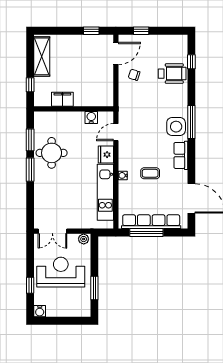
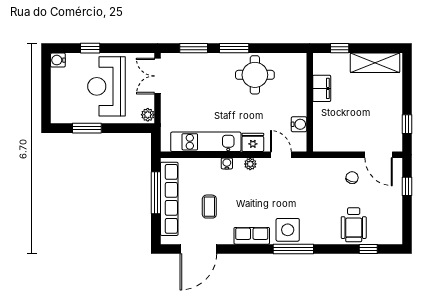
window: (30, 140) -> (194, 48), moved
plant: (123, 157) -> (250, 164), added
coffee table: (150, 173) -> (209, 207), moved
reception desk: (61, 272) -> (106, 86), turned 180

